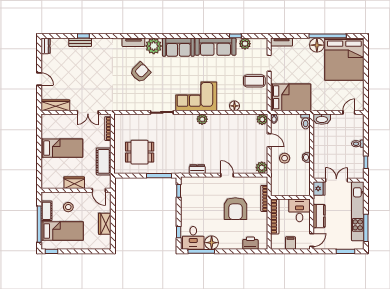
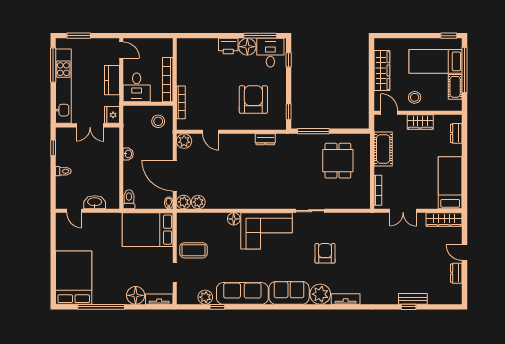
floor lamp: (317, 45) -> (136, 295), moved
dresser: (46, 46) -> (456, 273), moved
bed: (344, 59) -> (74, 278), width x0.73
armchair: (140, 72) -> (325, 253), moved, turned 135
floor lamp: (234, 106) -> (234, 219), moved
double door: (88, 112) -> (403, 211), swing flipped
door: (349, 112) -> (74, 211), hinge flipped
plant: (202, 119) -> (198, 202), moved
washbasin: (322, 119) -> (95, 202), moved
door: (269, 140) -> (175, 176), width x1.87
bed: (62, 148) -> (450, 183), moved, turned 90
dining table: (140, 152) -> (338, 161), turned 90
stool: (285, 158) -> (158, 121), moved
dresser: (46, 174) -> (456, 133), added
door: (227, 175) -> (211, 132), moved
stool: (68, 207) -> (415, 97), moved
armchair: (235, 209) -> (253, 100), moved
wardrobe: (105, 224) -> (382, 71), width x1.50
door: (312, 240) -> (121, 50), swing flipped
printer: (250, 243) -> (228, 46), moved
filing cabinet: (291, 243) -> (148, 46), removed

